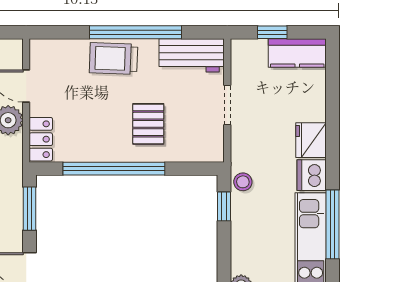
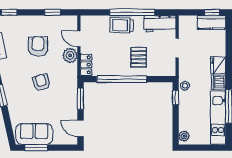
window: (272, 32) -> (212, 12), moved

